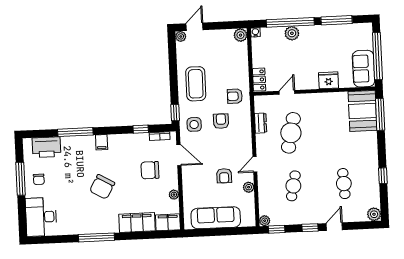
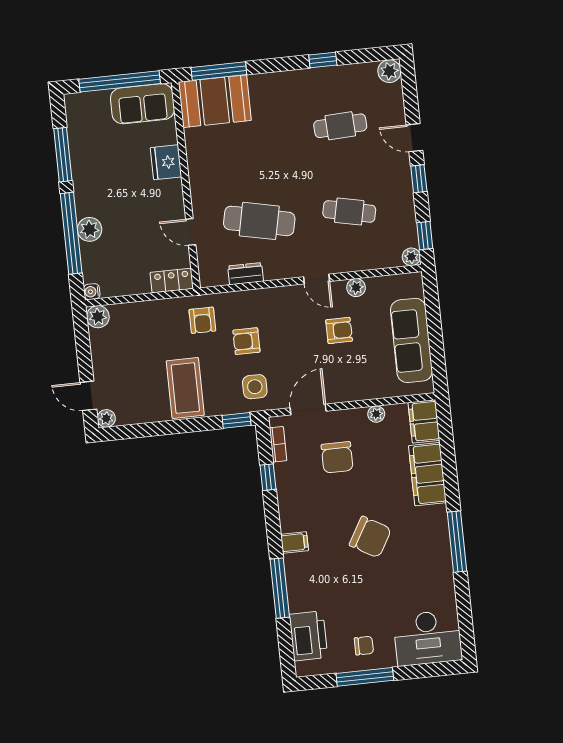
coffee table: (196, 84) -> (185, 388), turned 90

